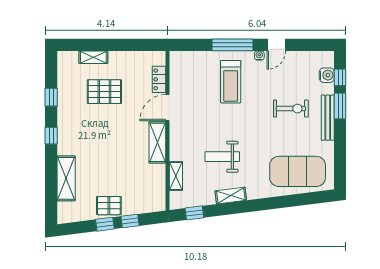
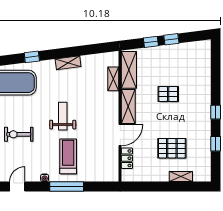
door: (276, 45) -> (17, 187), moved
weight bench: (222, 157) -> (63, 116), moved, turned -90
shelving: (66, 178) -> (129, 70), moved
pallet: (109, 206) -> (168, 94), moved
window: (194, 213) -> (32, 57), moved

